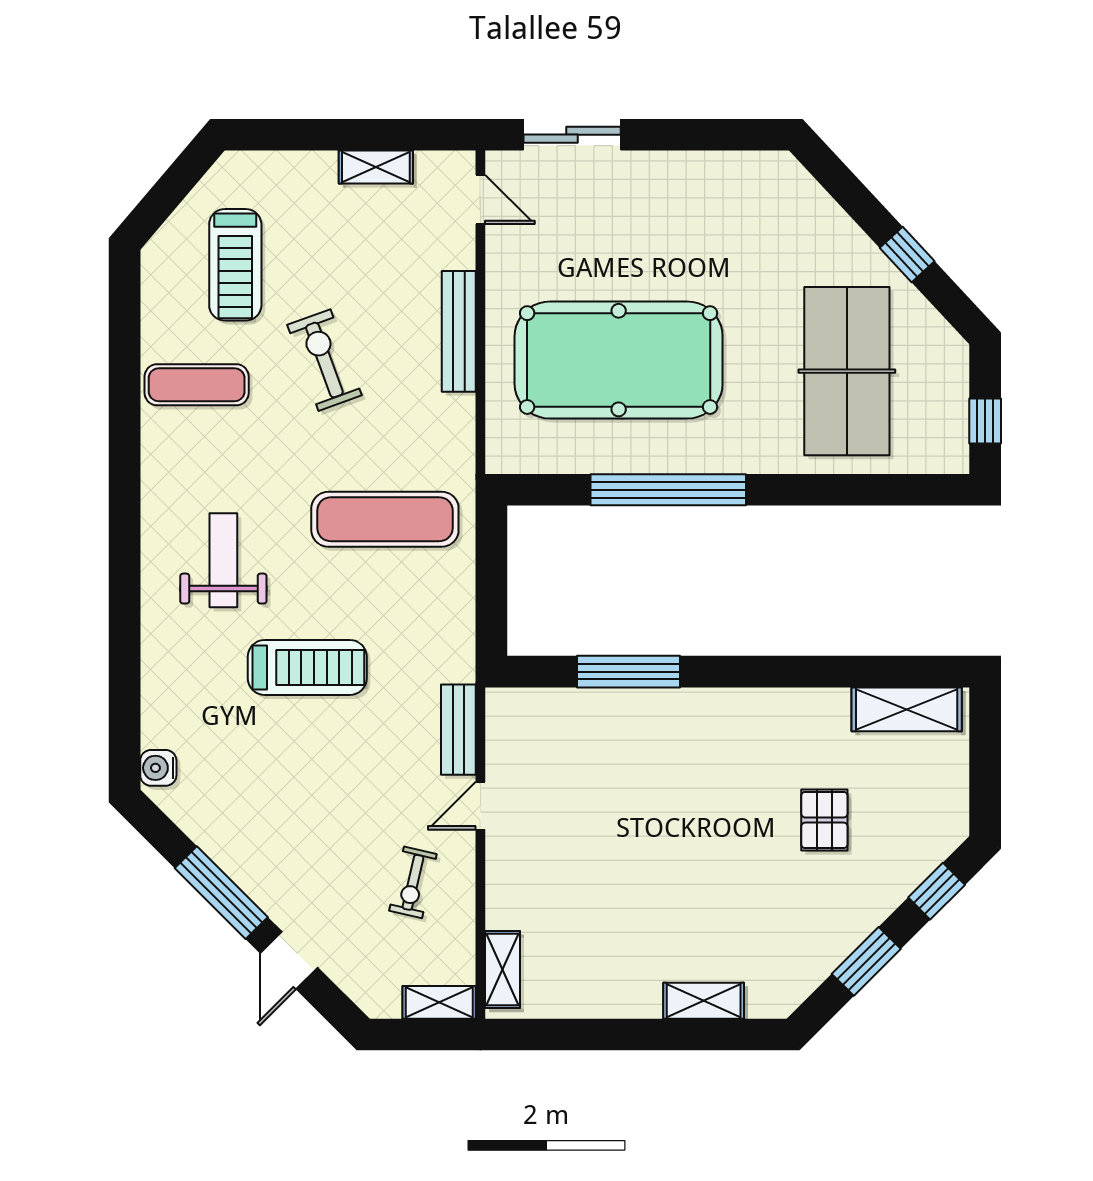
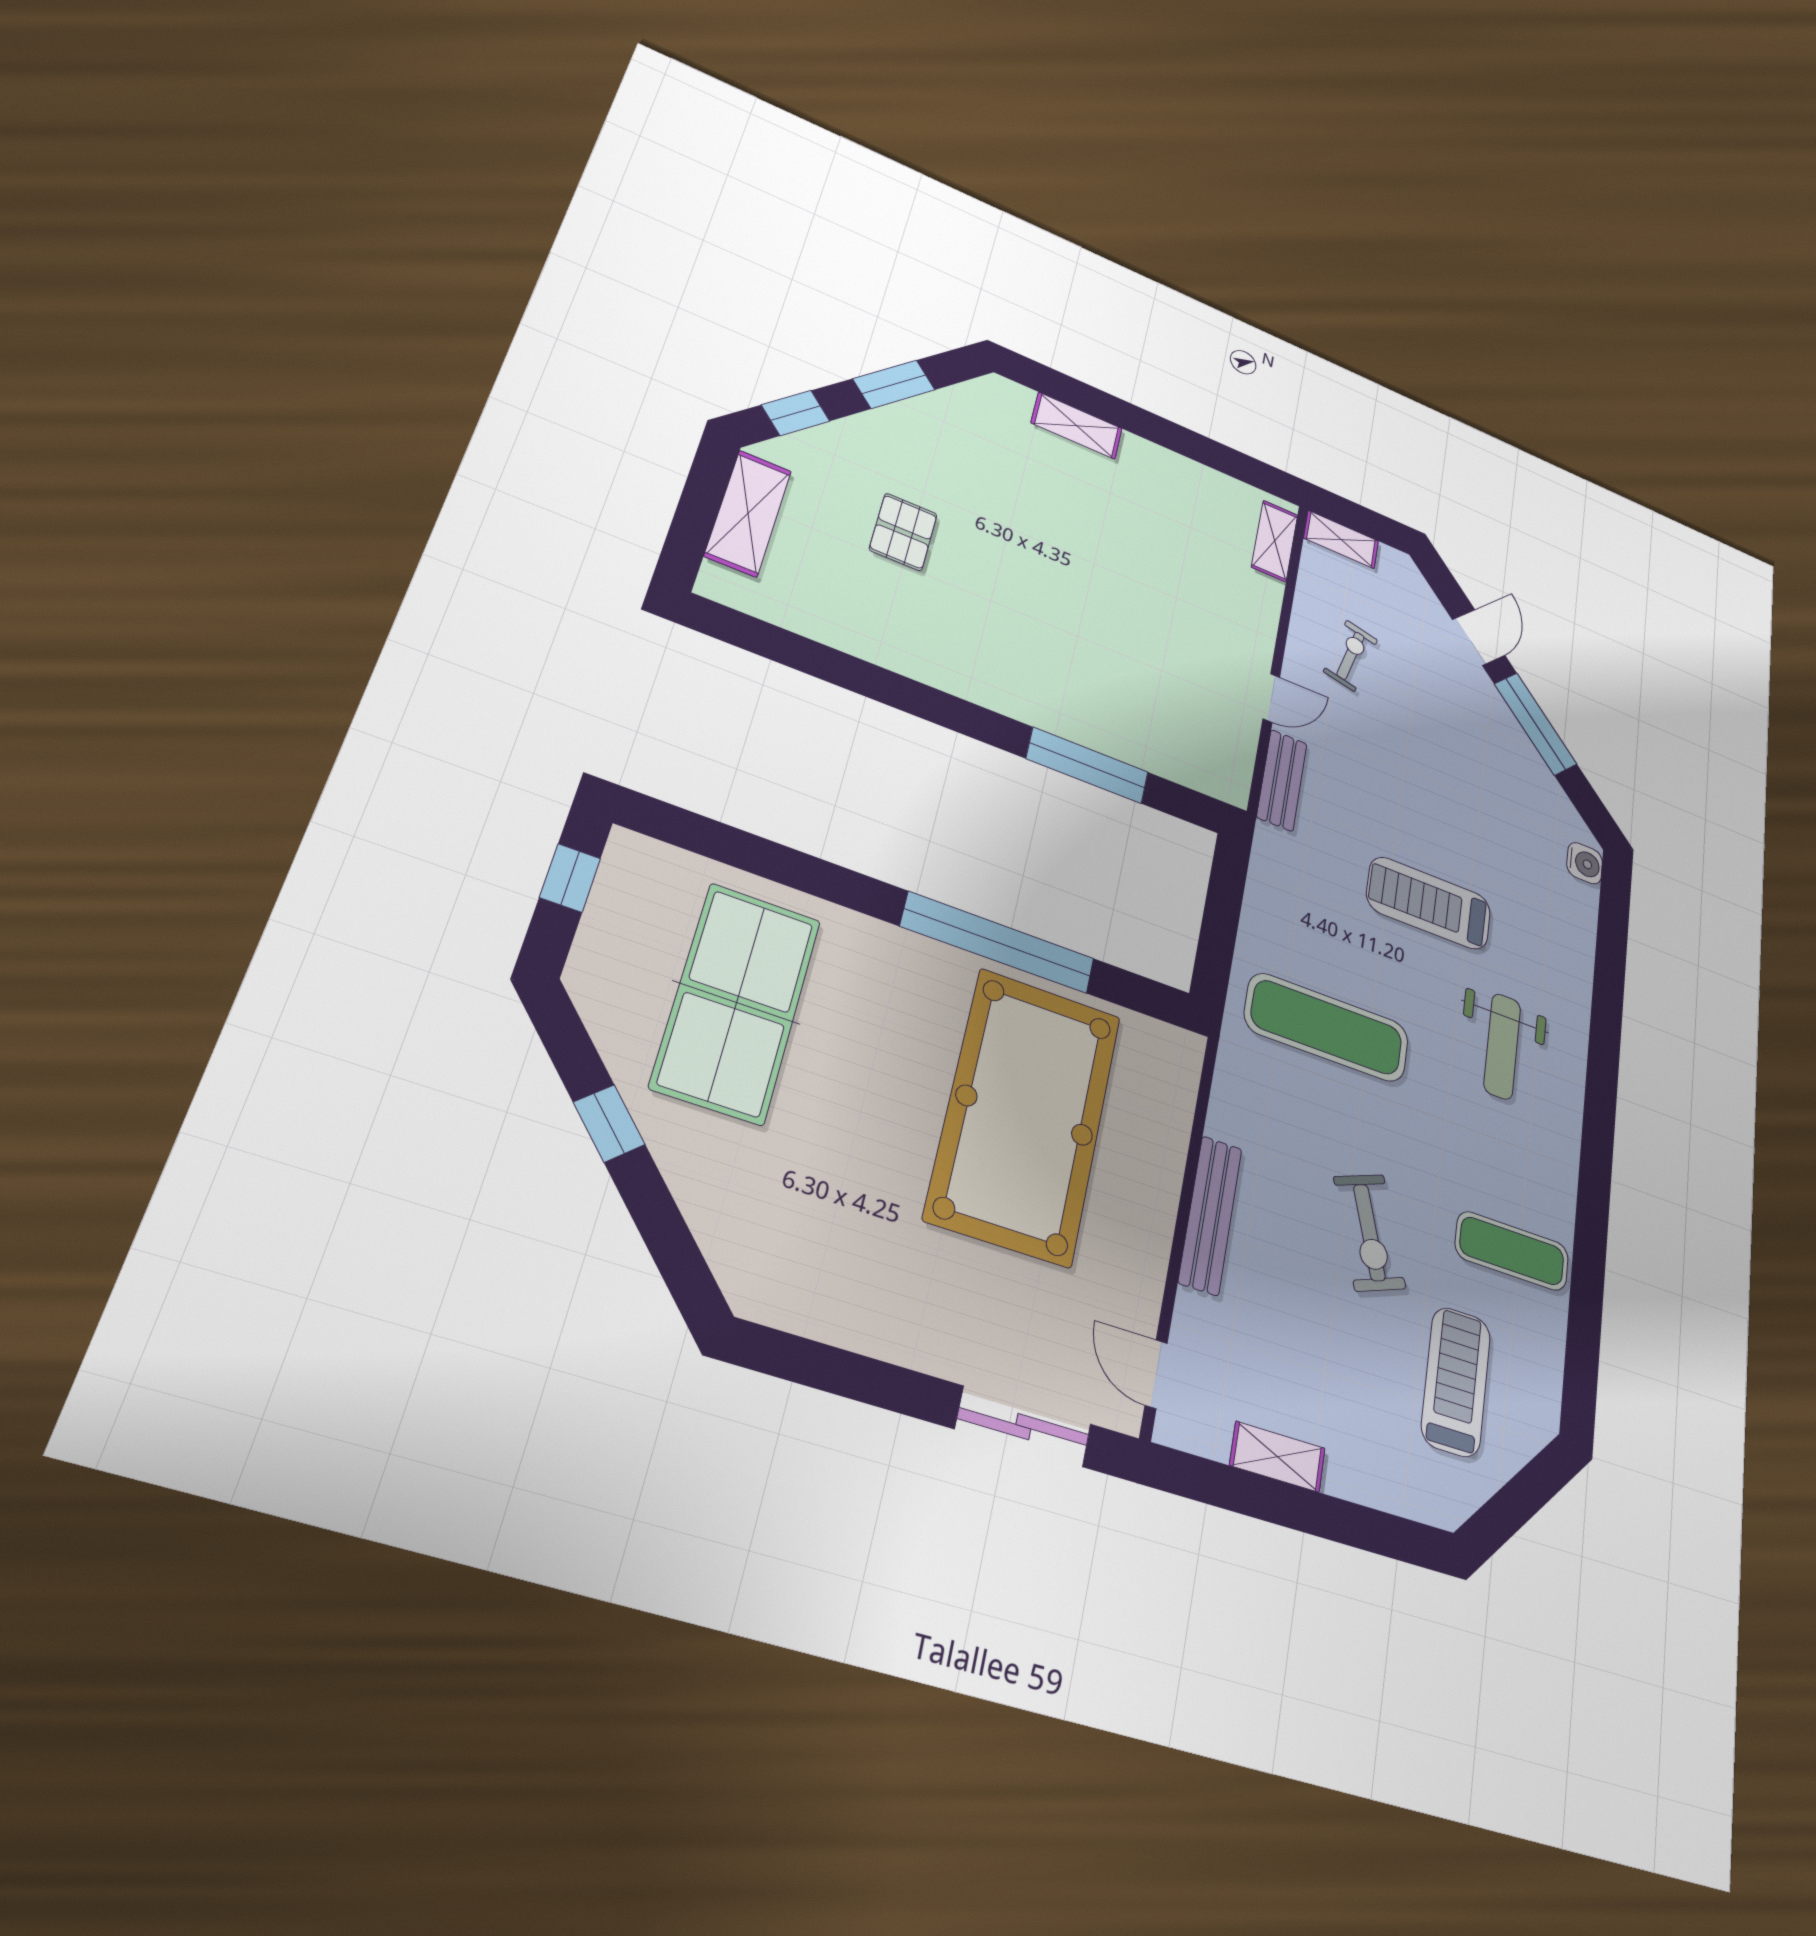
pool table: (619, 360) -> (1025, 1115), turned 90
shelving: (907, 709) -> (748, 513), moved, turned 90

